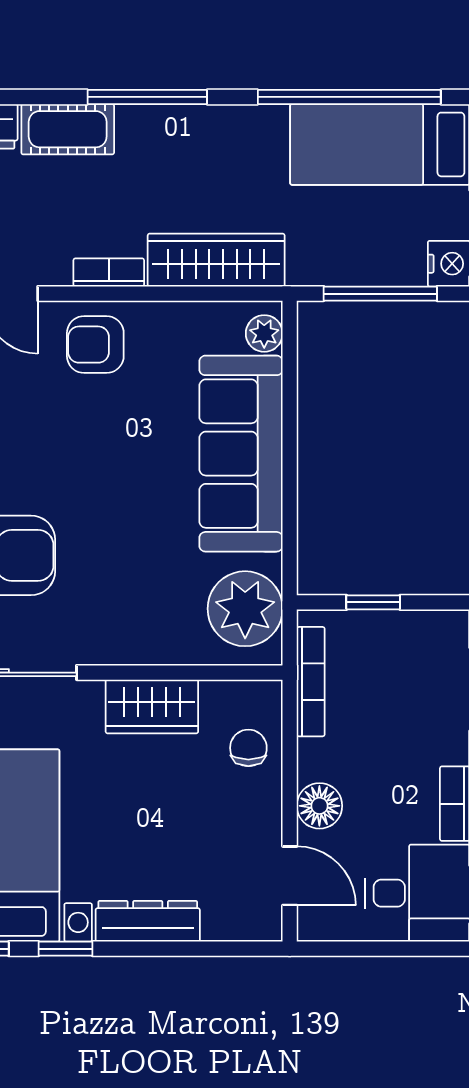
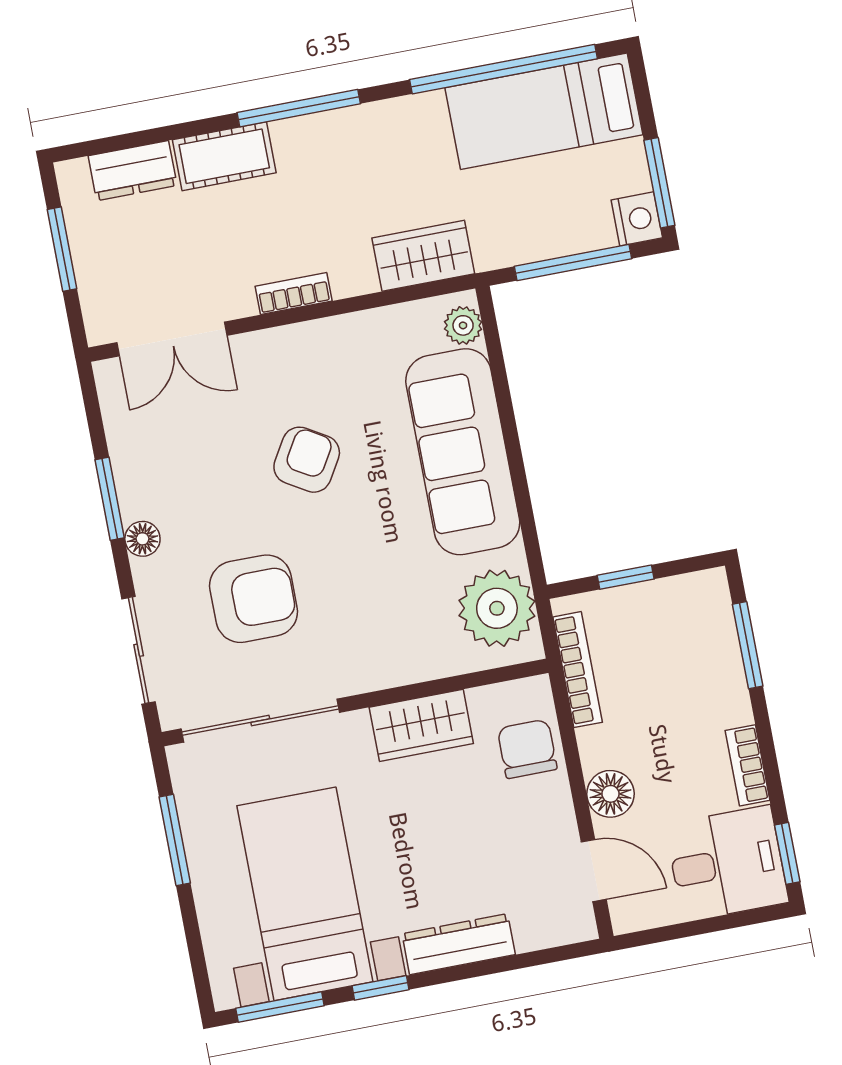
wardrobe: (216, 260) -> (423, 256), width x0.67
armchair: (95, 345) -> (307, 460), moved, turned 121
chair: (248, 748) -> (527, 749), width x1.37, depth x1.37

